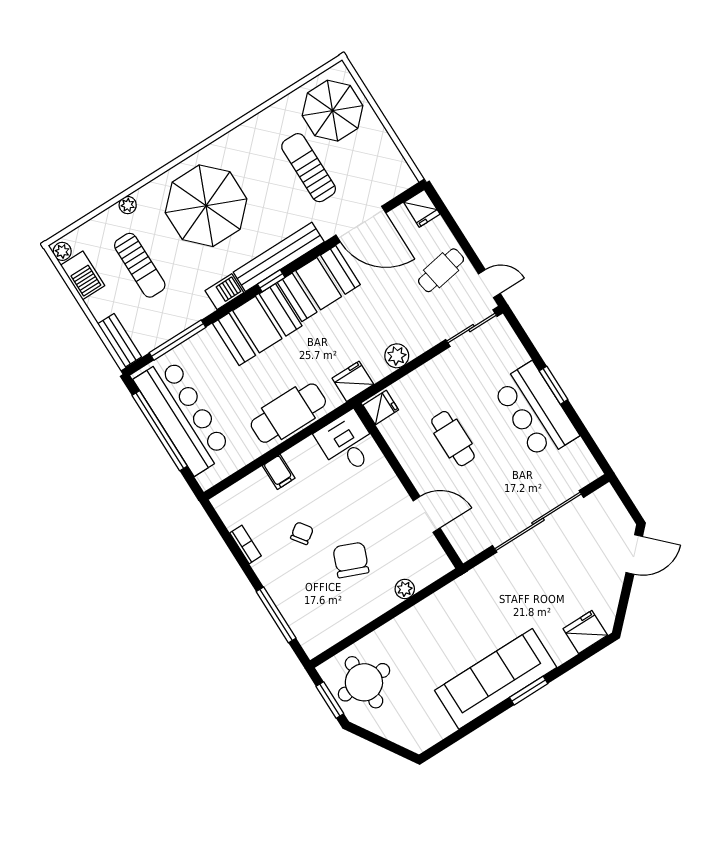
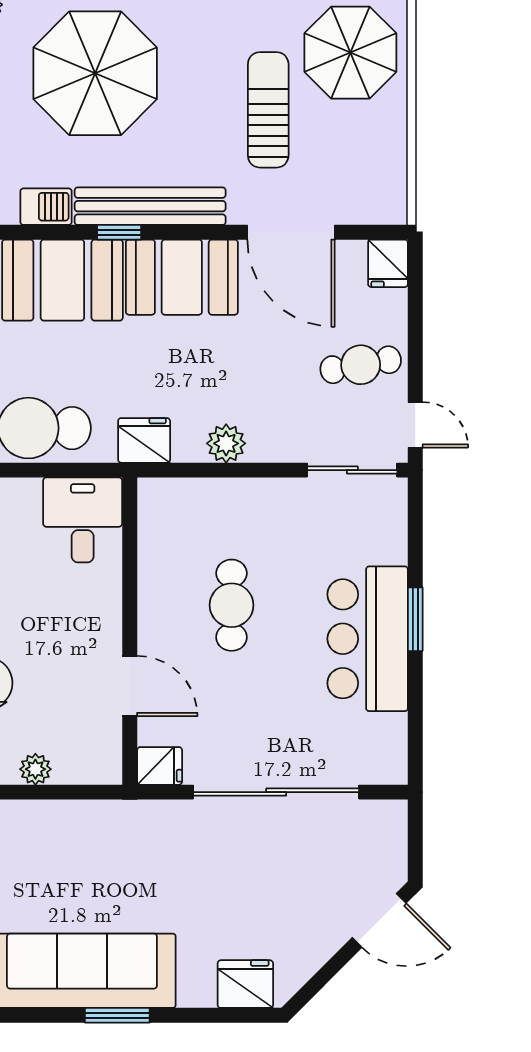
fridge: (381, 407) -> (160, 766), moved

